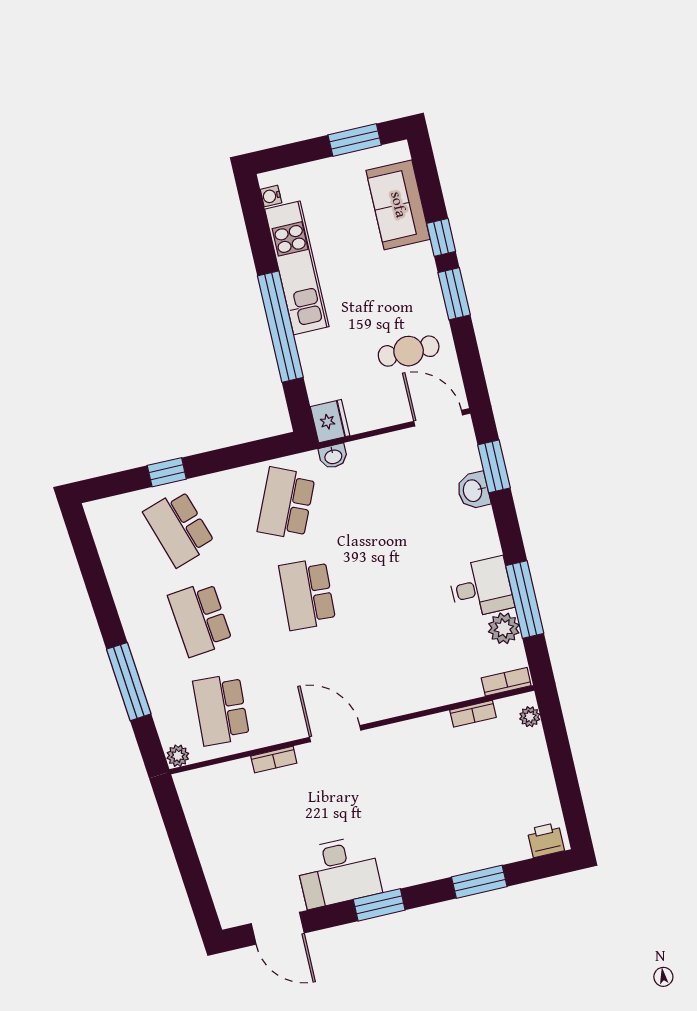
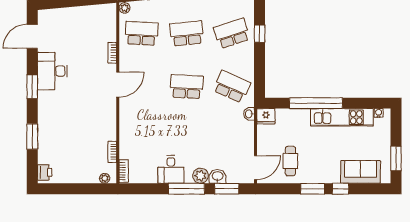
window: (525, 600) -> (186, 189), moved
plant: (504, 628) -> (201, 176), moved

